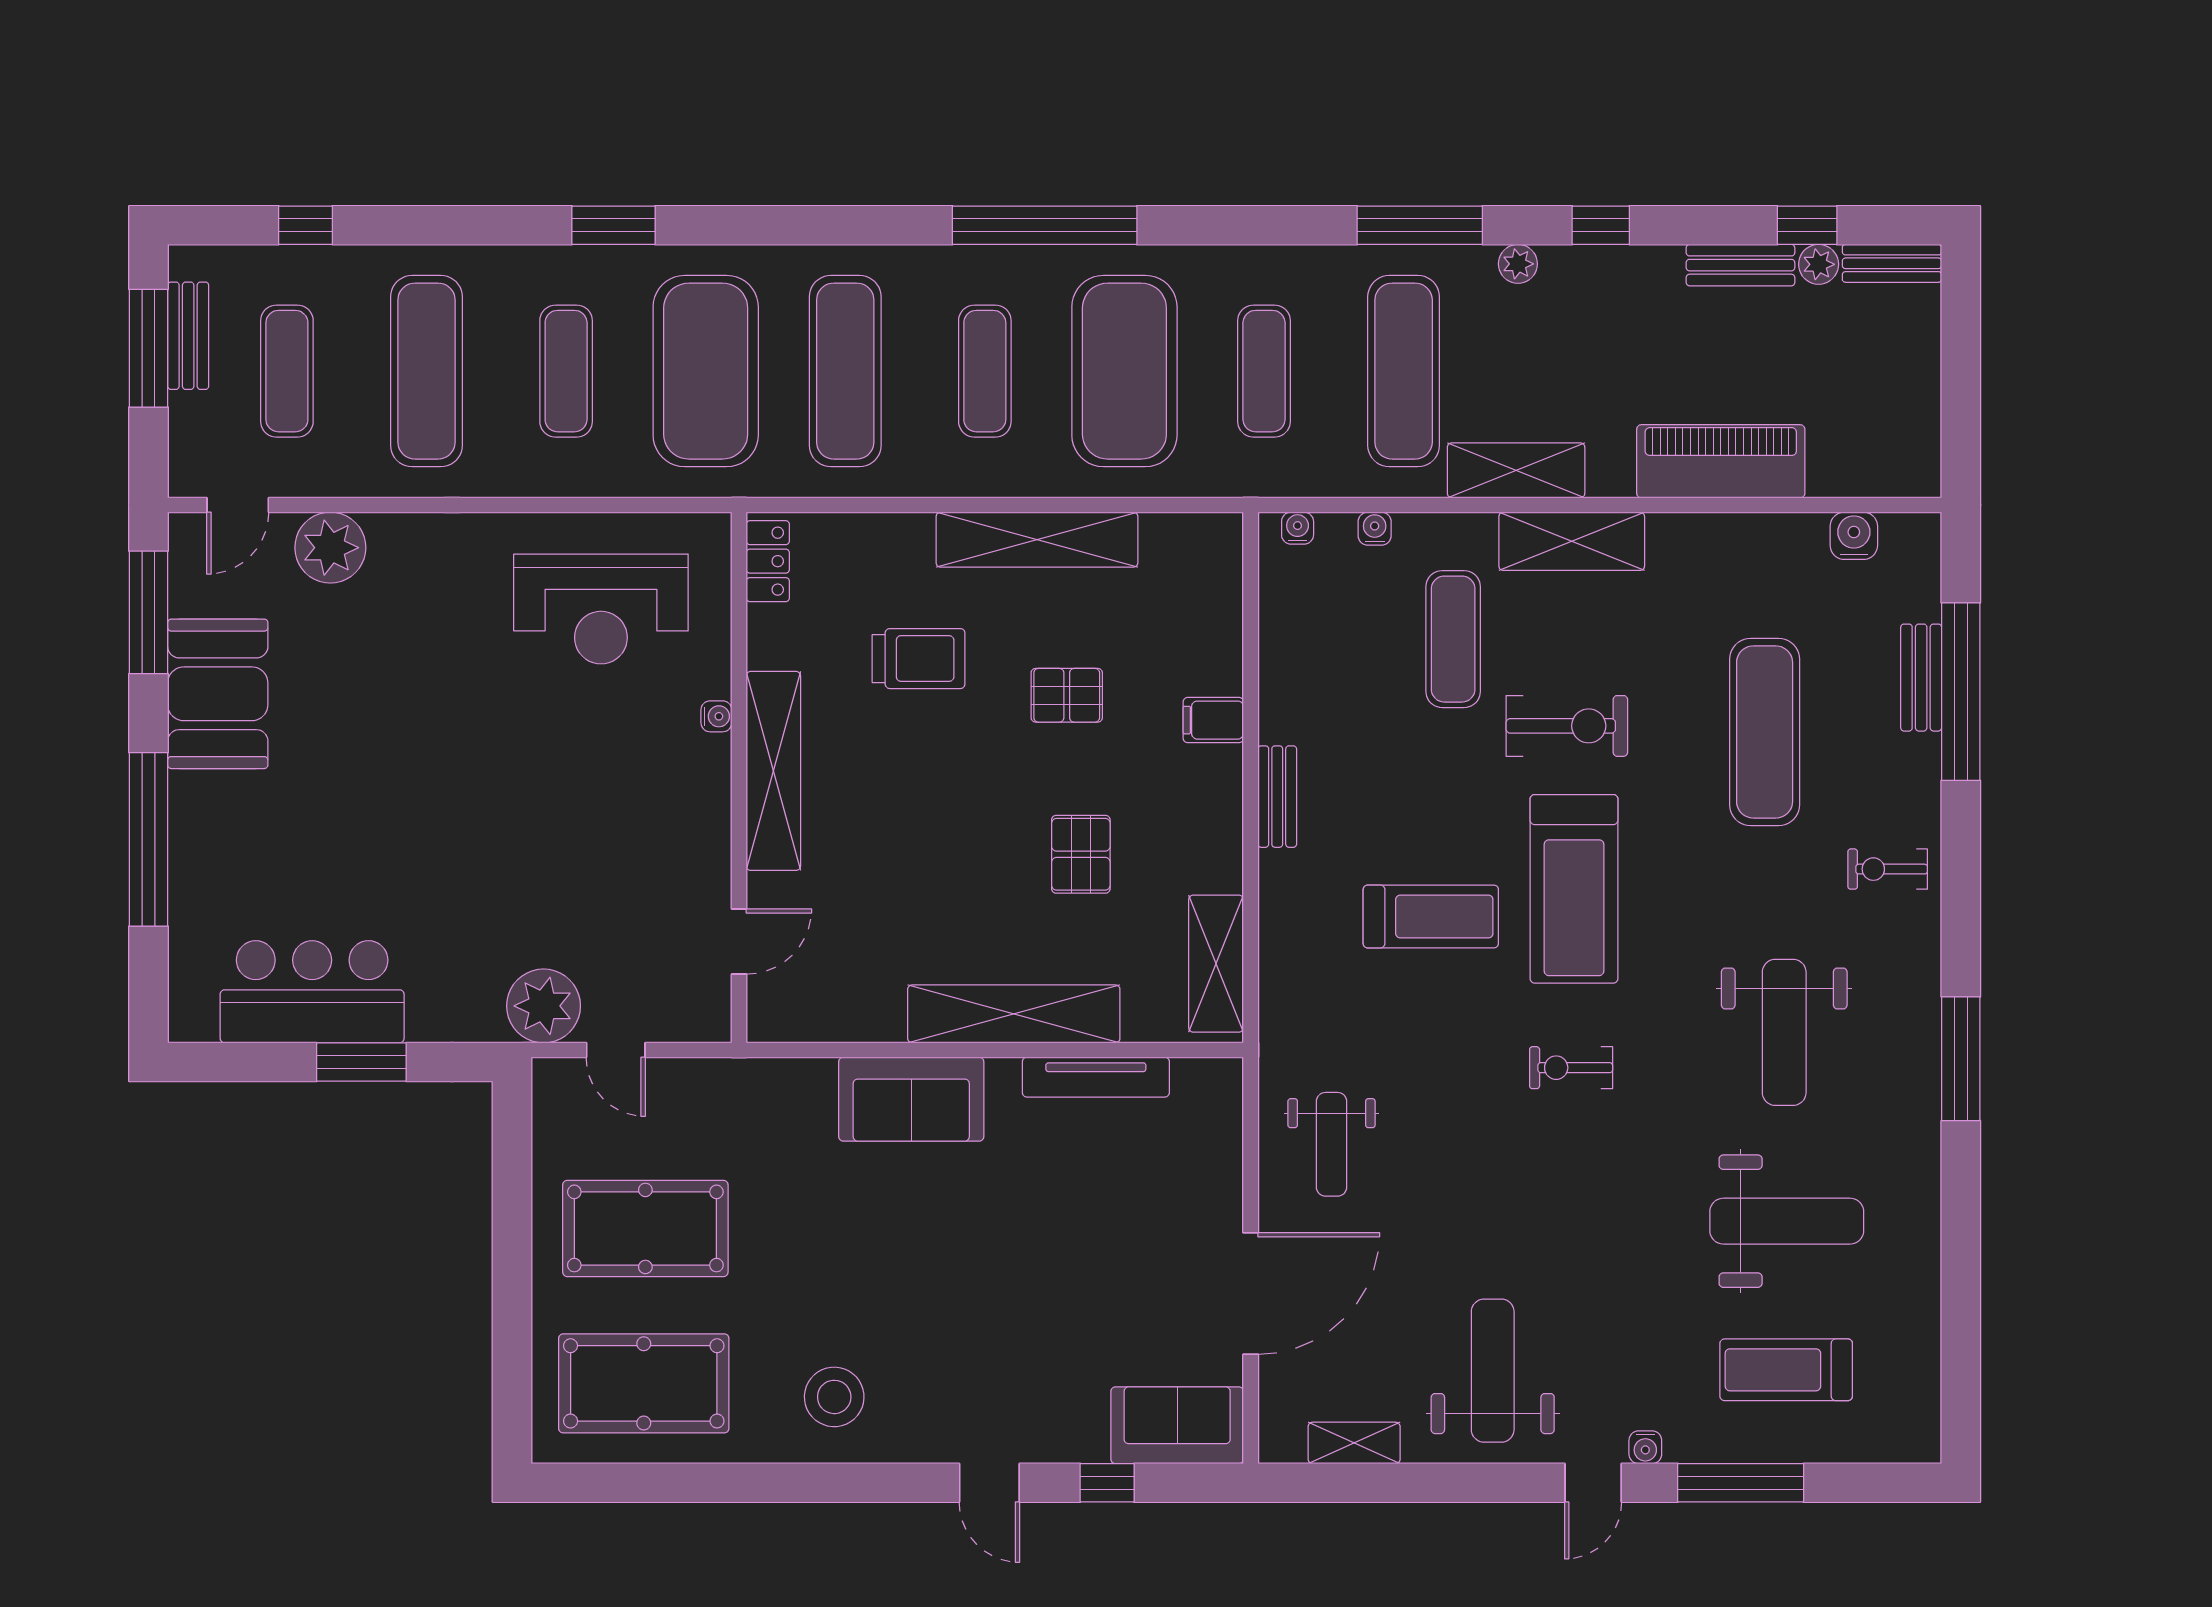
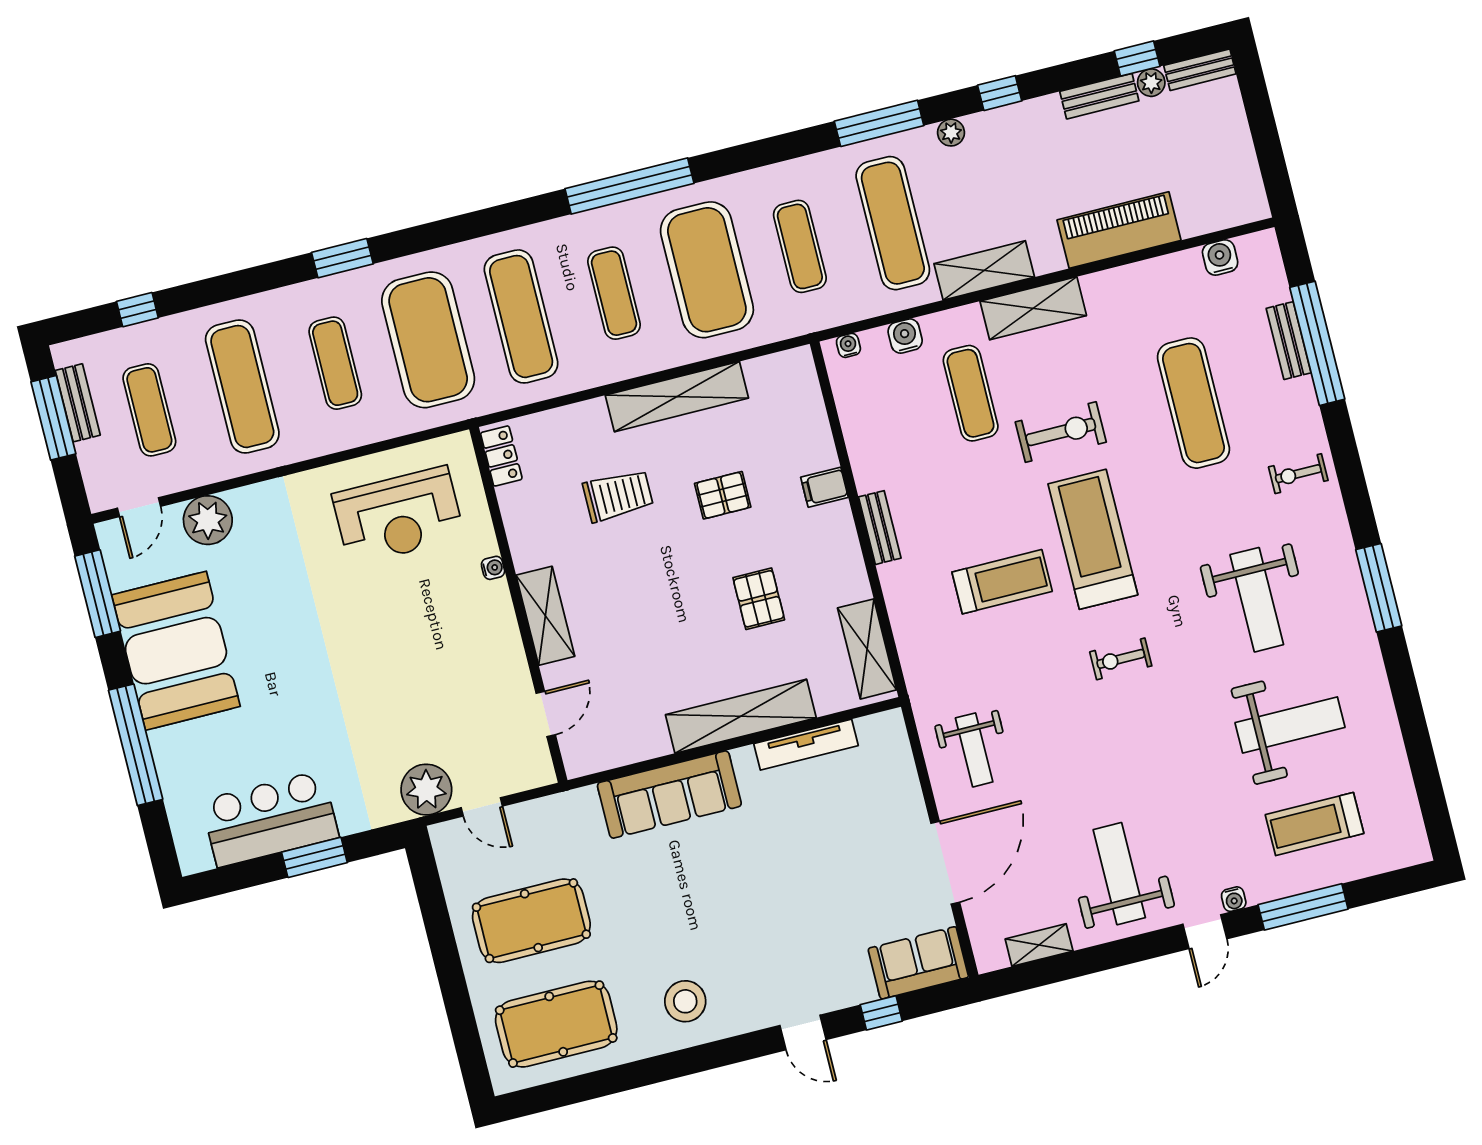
water cooler: (1375, 529) -> (905, 336), width x1.38, depth x1.38
booth: (218, 694) -> (176, 651), width x1.36, depth x1.42
shelving: (773, 771) -> (545, 616), width x0.68
treadmill: (1574, 889) -> (1093, 539), turned 180
sofa: (911, 1099) -> (669, 795), width x1.36

